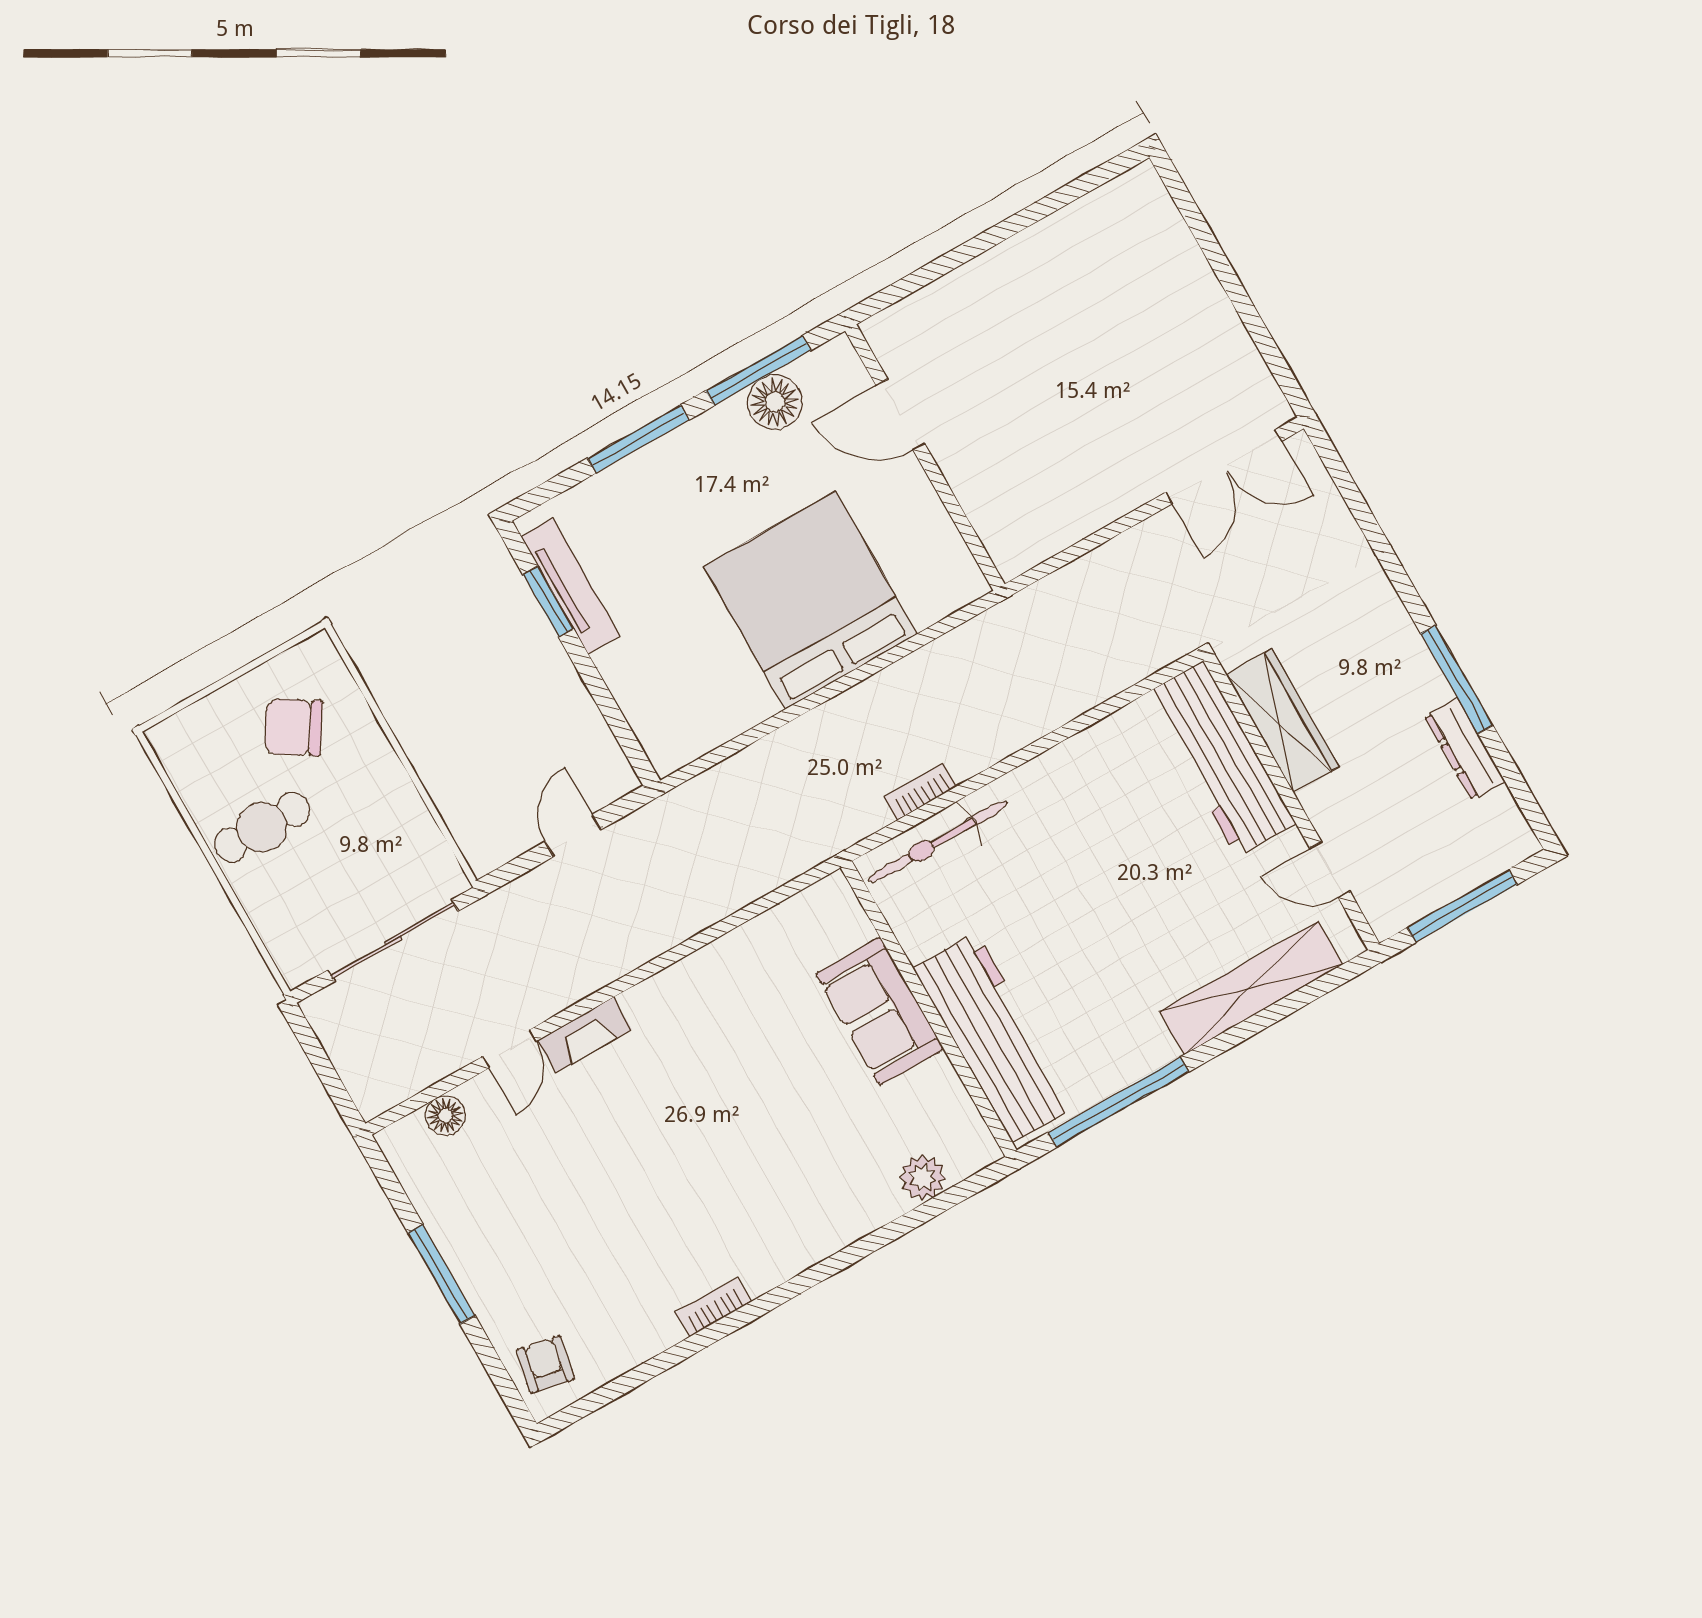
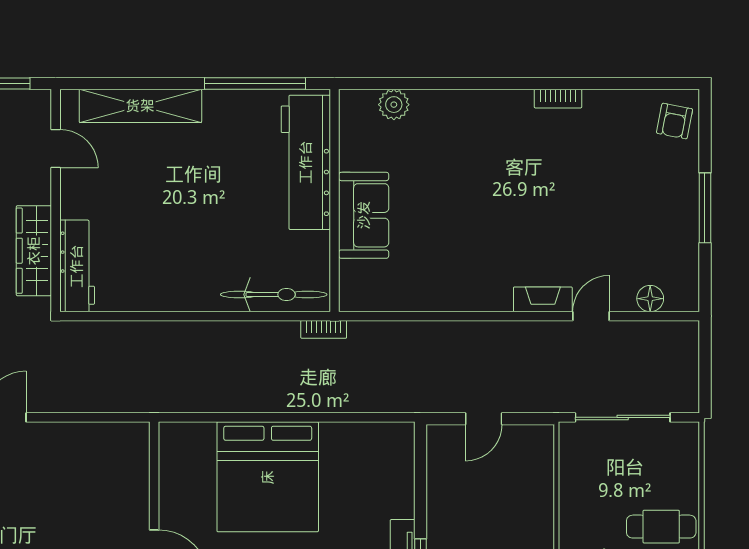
workbench: (1220, 759) -> (77, 266), width x0.73, depth x0.76
bookcase: (920, 792) -> (324, 329), moved

